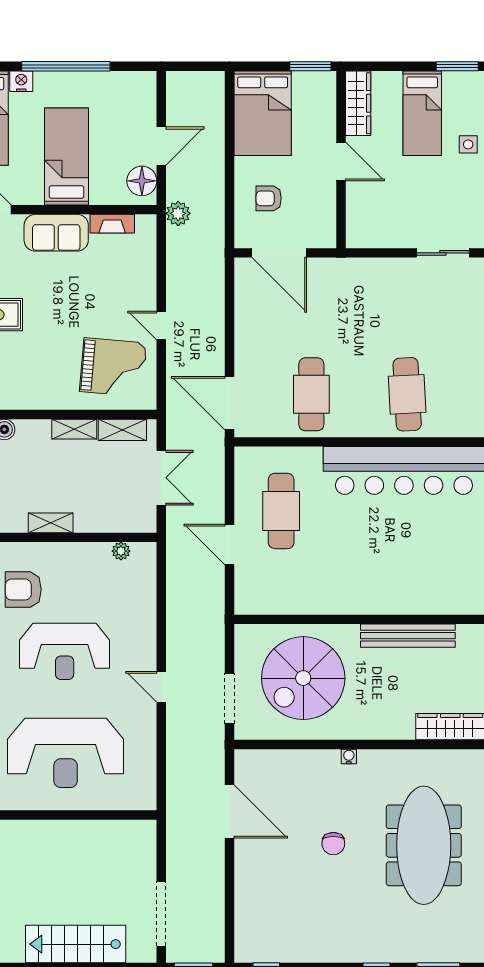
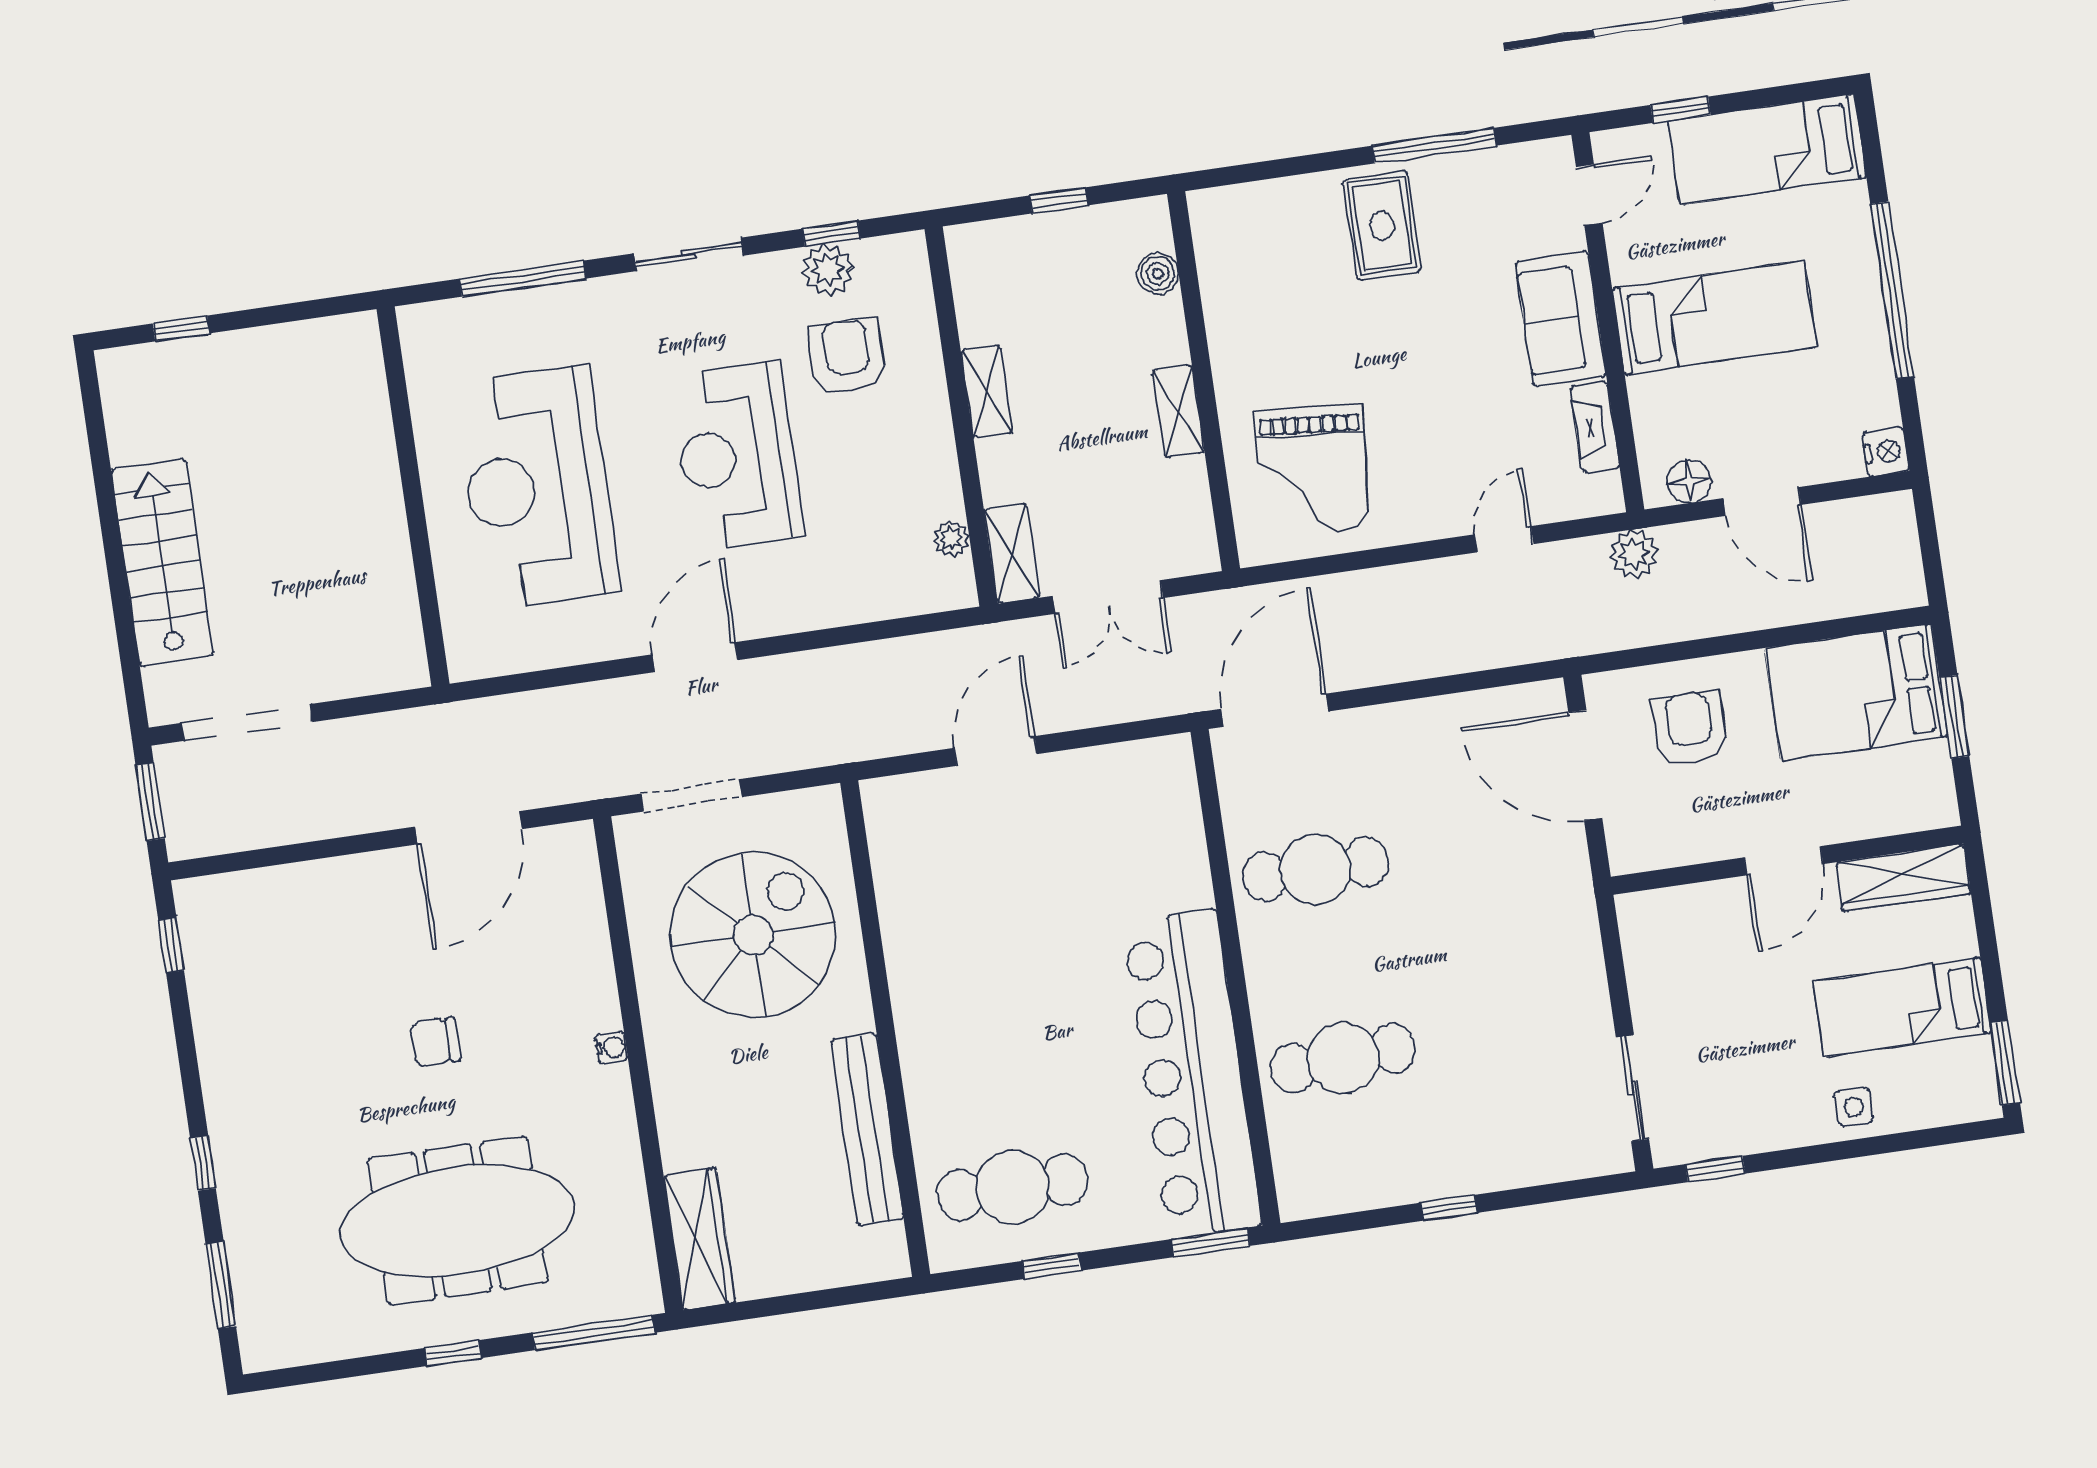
window: (310, 66) -> (1954, 717), moved
nightstand: (21, 81) -> (1885, 451), moved
floor lamp: (142, 181) -> (1689, 481), width x0.73, depth x0.73
armchair: (269, 198) -> (1690, 729), width x1.38, depth x1.38
door: (279, 253) -> (1585, 765), hinge flipped
door: (161, 325) -> (1504, 539), moved
shelving: (122, 430) -> (1012, 553), moved
cafe table: (281, 511) -> (1012, 1187), moved
spiral stairs: (303, 678) -> (753, 935), turned 90
door: (161, 687) -> (695, 657), width x1.38

